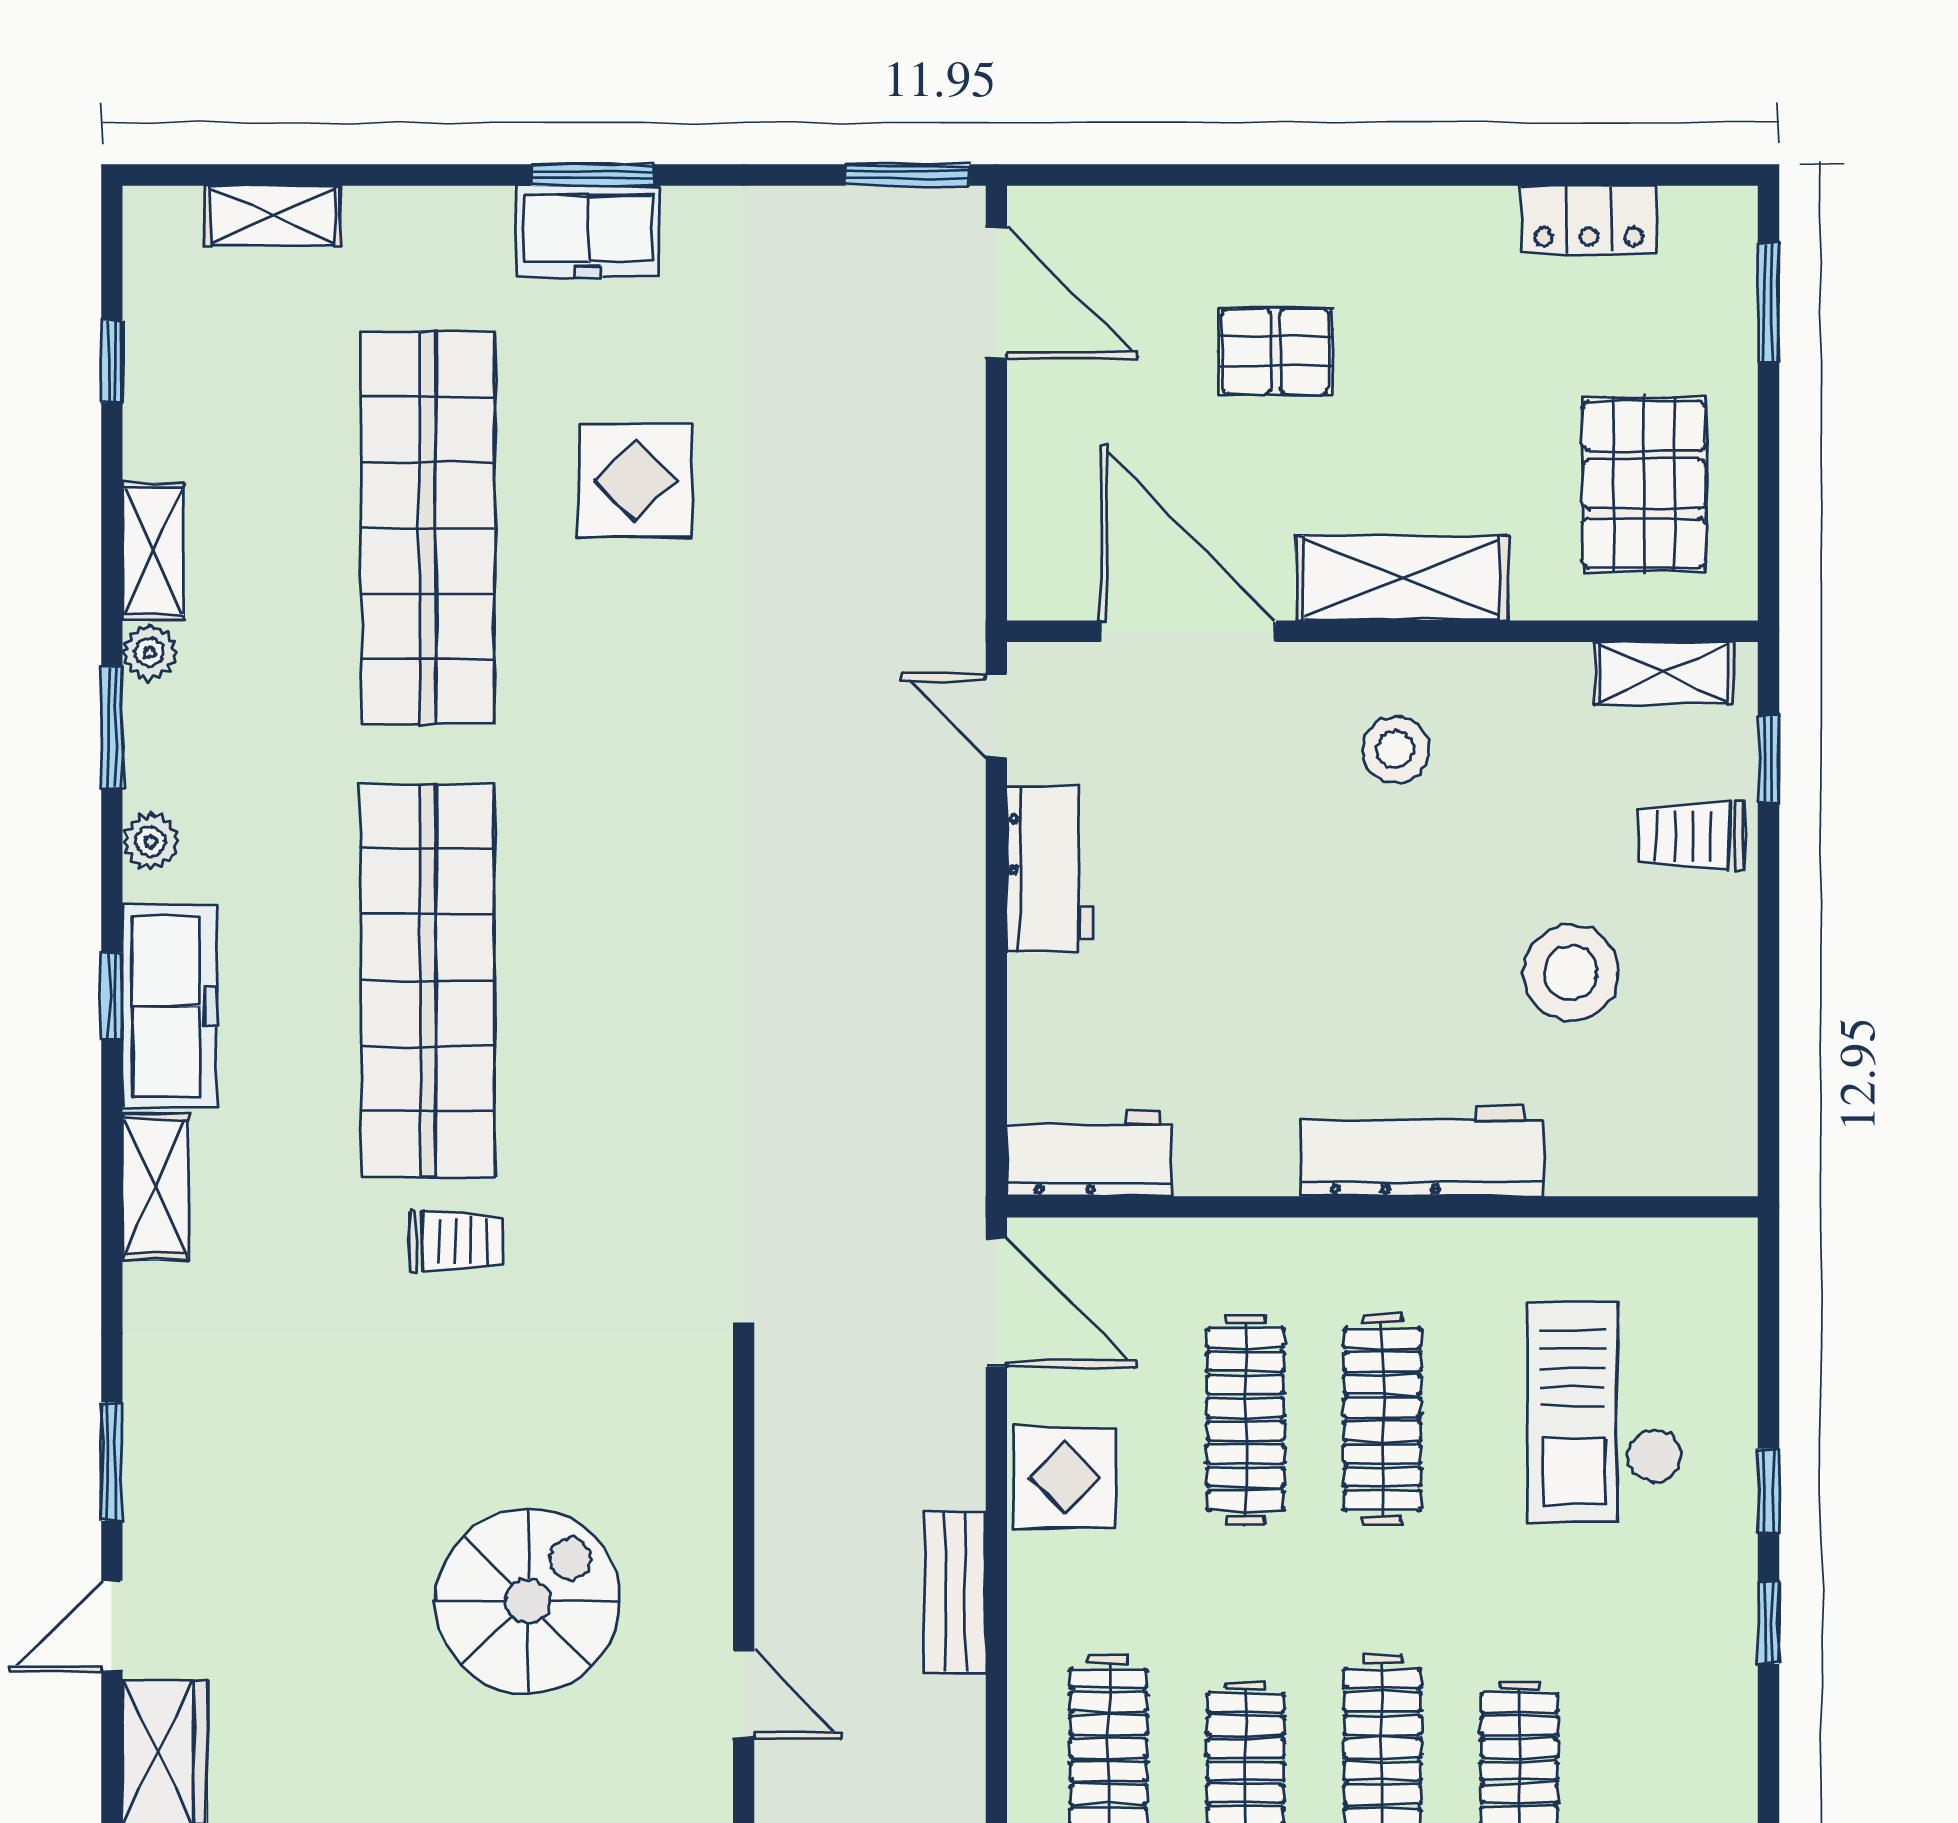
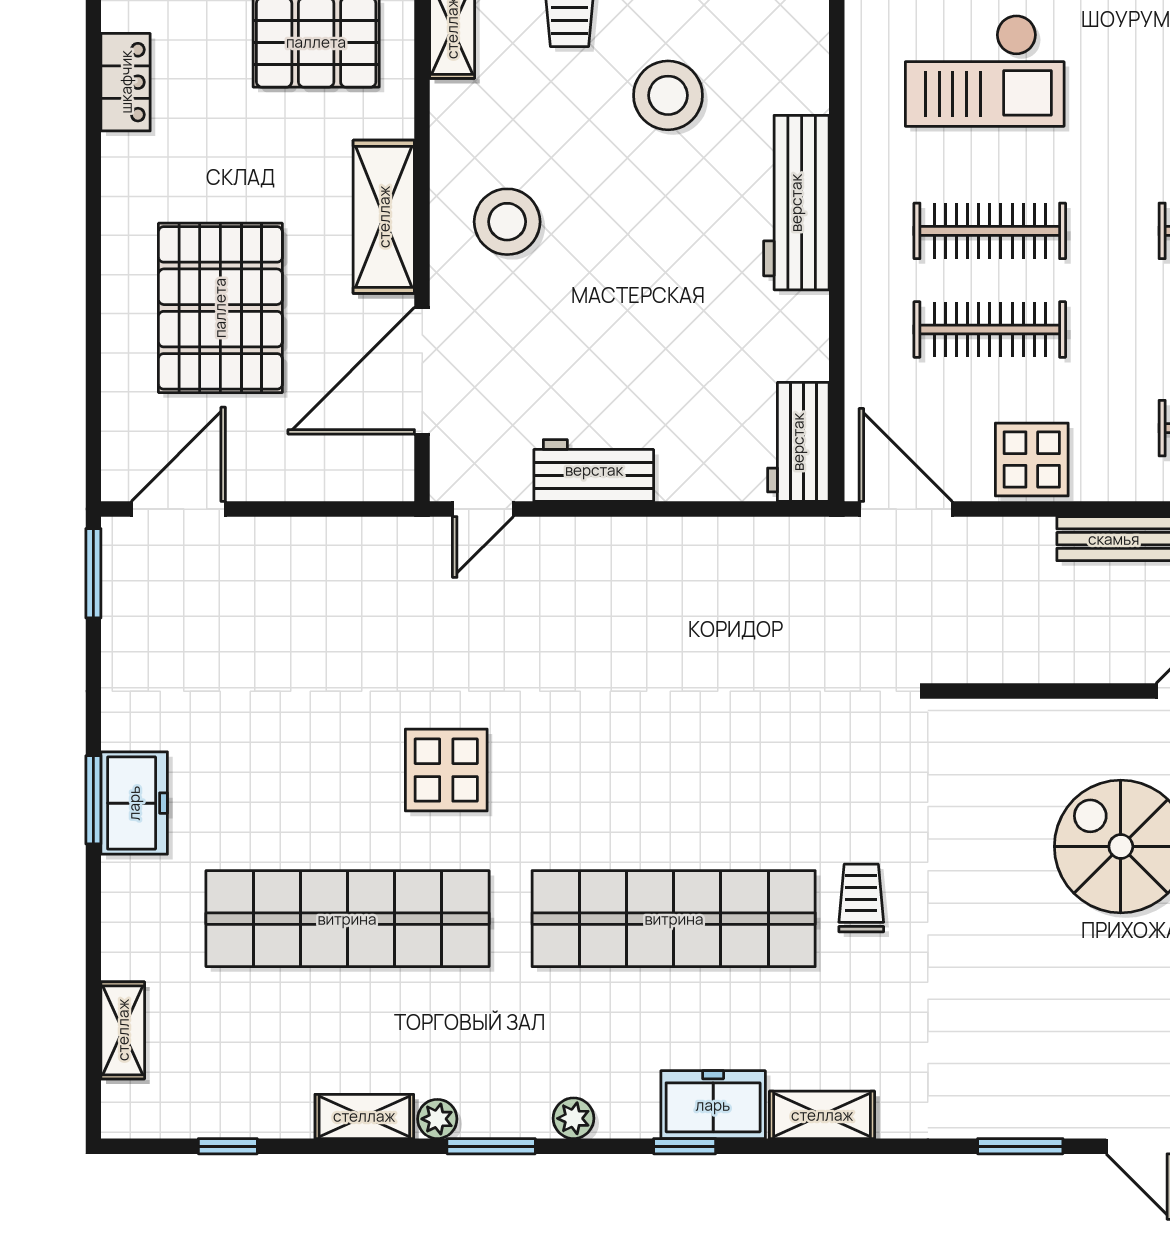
pallet: (1275, 351) -> (220, 308), width x2.05, depth x2.00
display table: (635, 480) -> (446, 770), moved
stool: (1395, 749) -> (507, 222), width x1.38, depth x1.38
freezer: (170, 1006) -> (713, 1105), width x0.71
door: (996, 1302) -> (906, 509), hinge flipped

